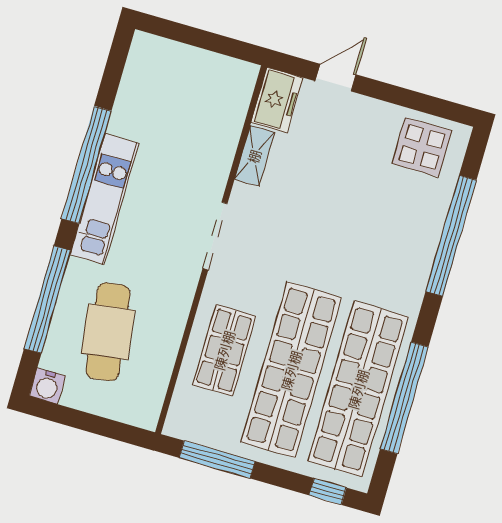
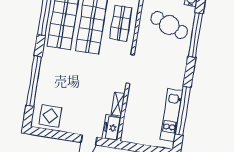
window: (86, 165) -> (183, 111), moved
kitchen unit: (104, 199) -> (171, 115), moved
cafe table: (108, 332) -> (169, 25), turned -61

